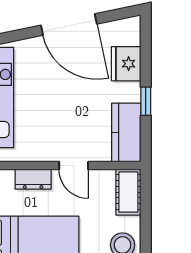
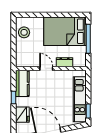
cot: (128, 192) -> (21, 56), removed

